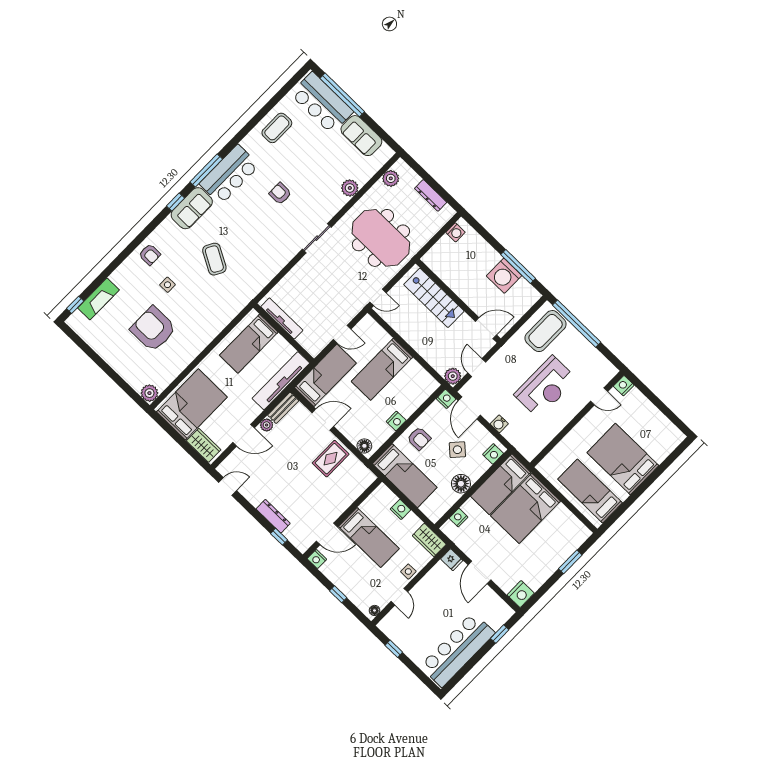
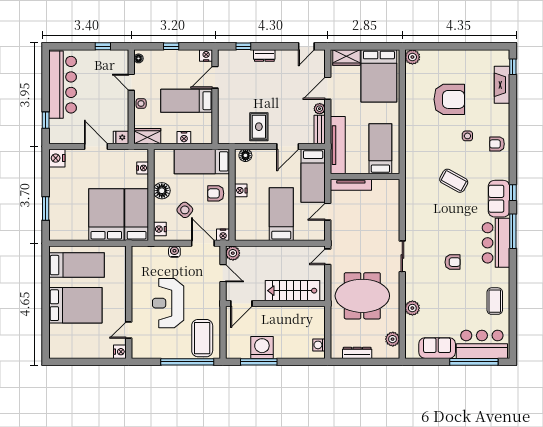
tv unit: (282, 318) -> (351, 185), moved
dresser: (273, 516) -> (264, 56), width x0.70

